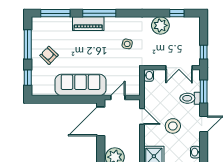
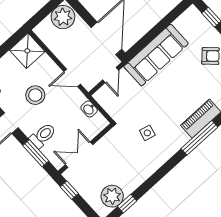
plant: (160, 25) -> (112, 196), moved
washbasin: (149, 75) -> (89, 109), moved

